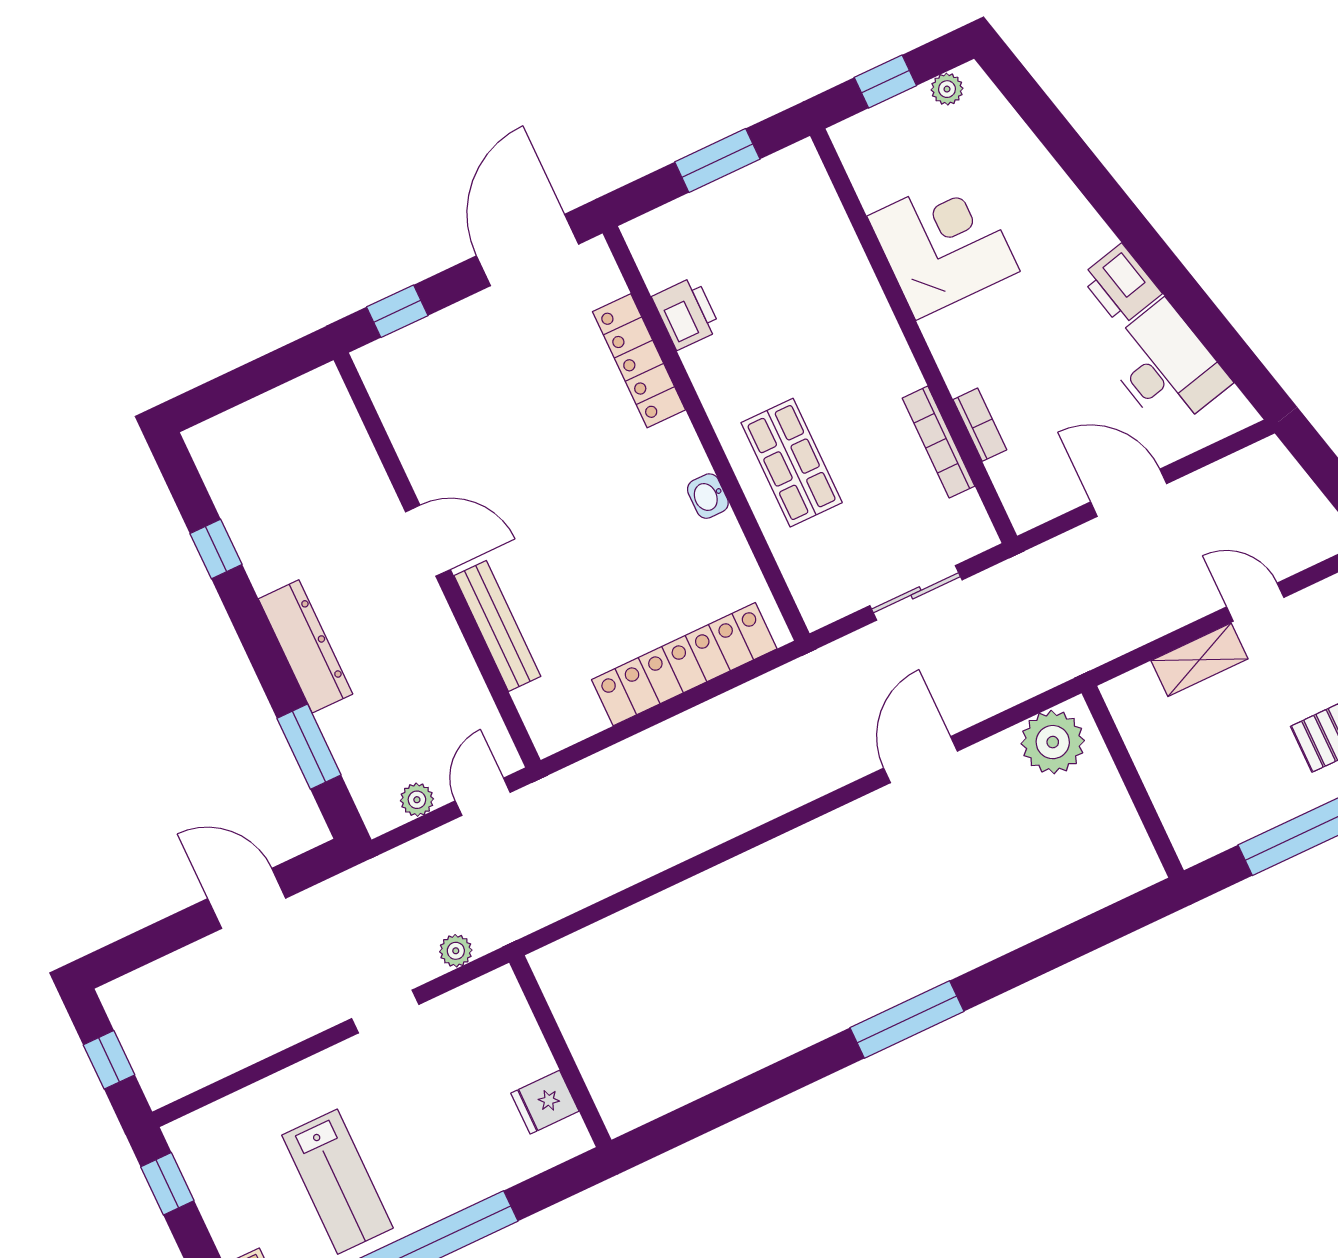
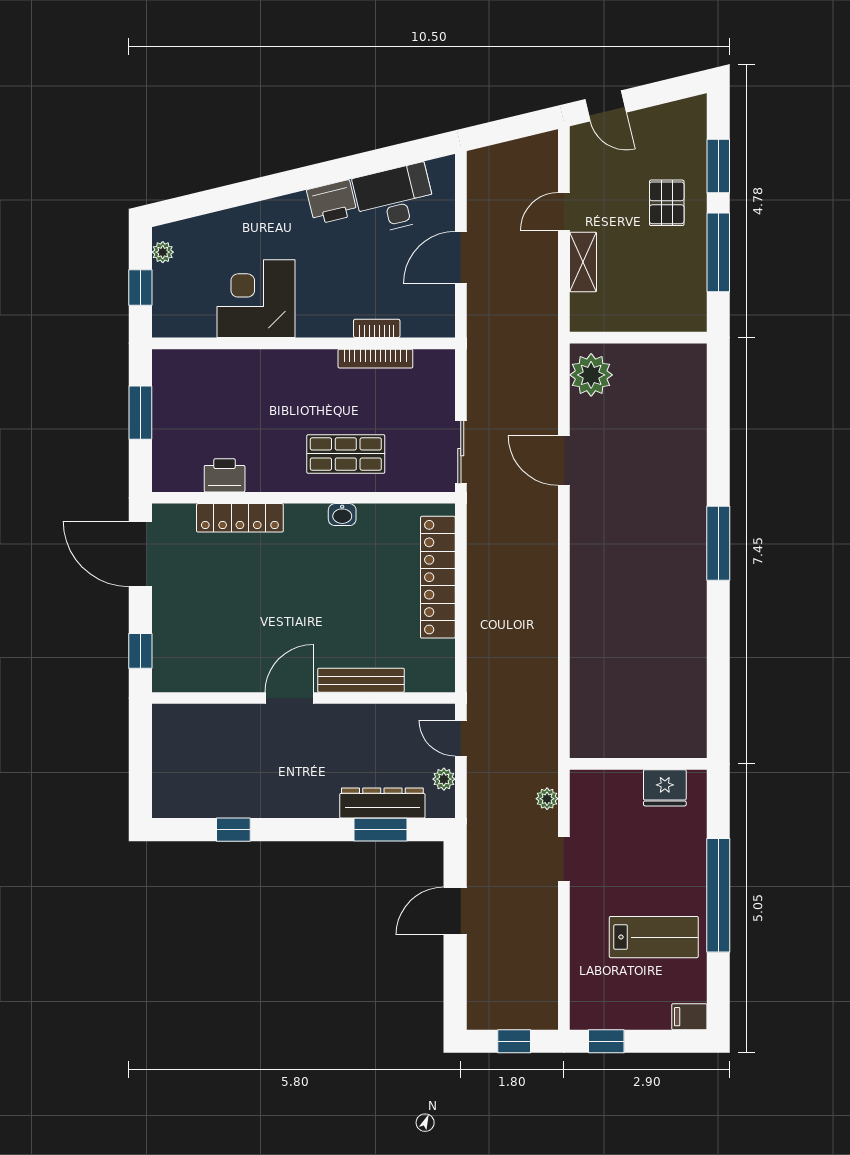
sliding door: (916, 593) -> (461, 452), moved
dresser: (306, 646) -> (382, 803), moved
fridge: (545, 1102) -> (665, 788), width x1.38

